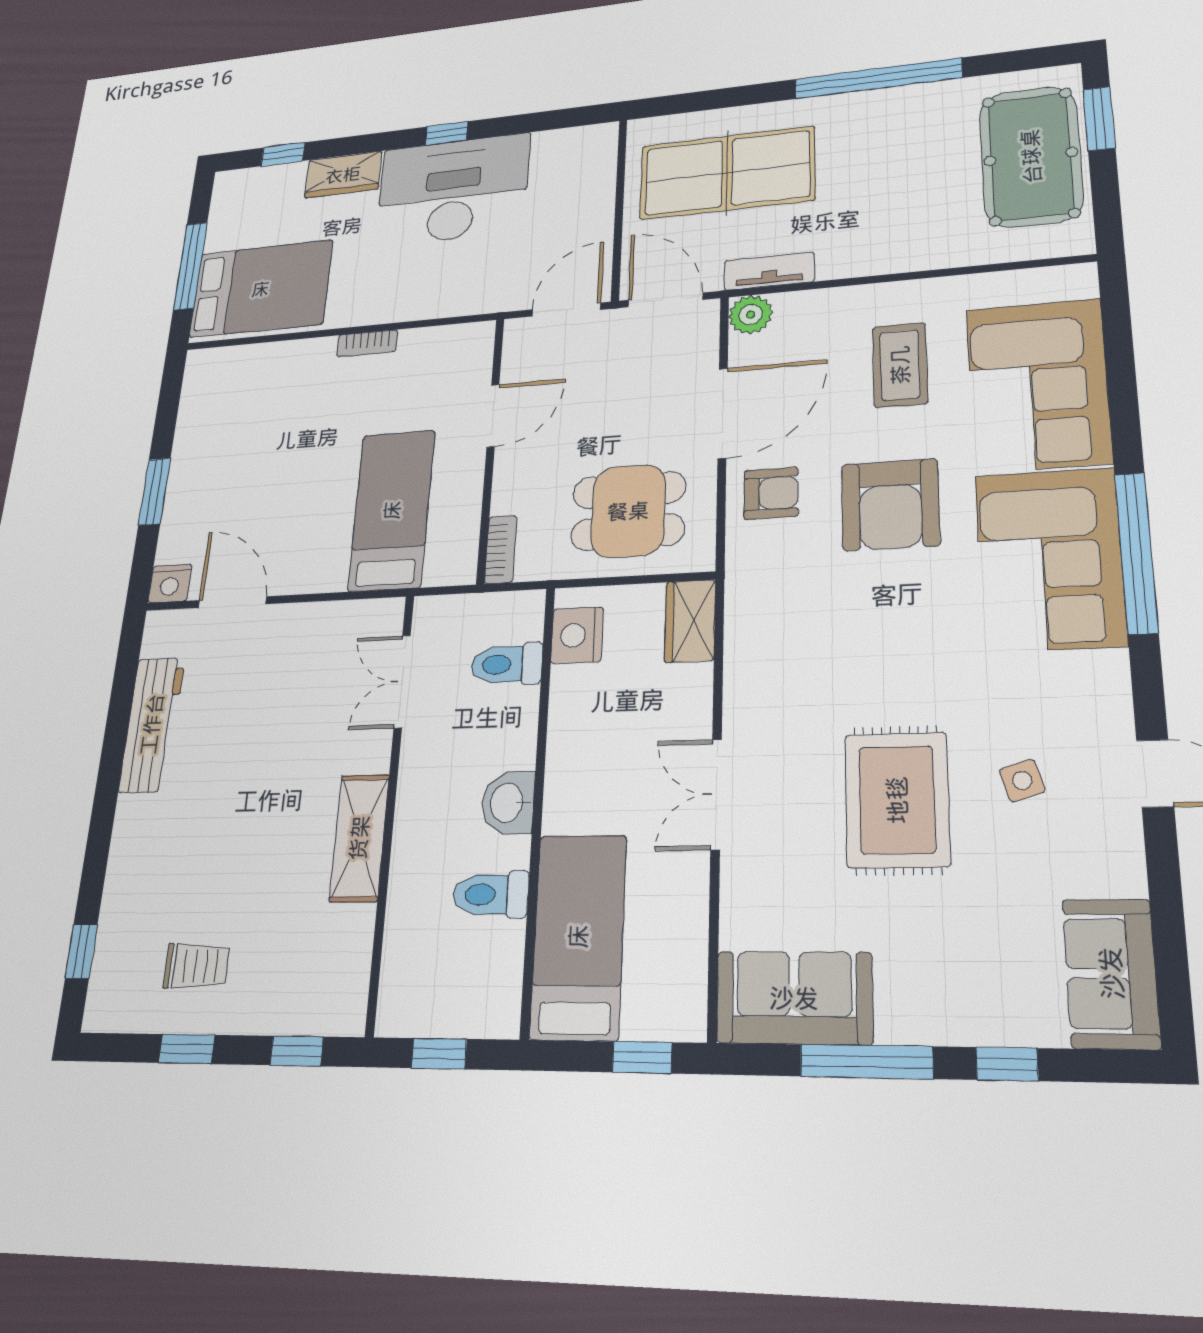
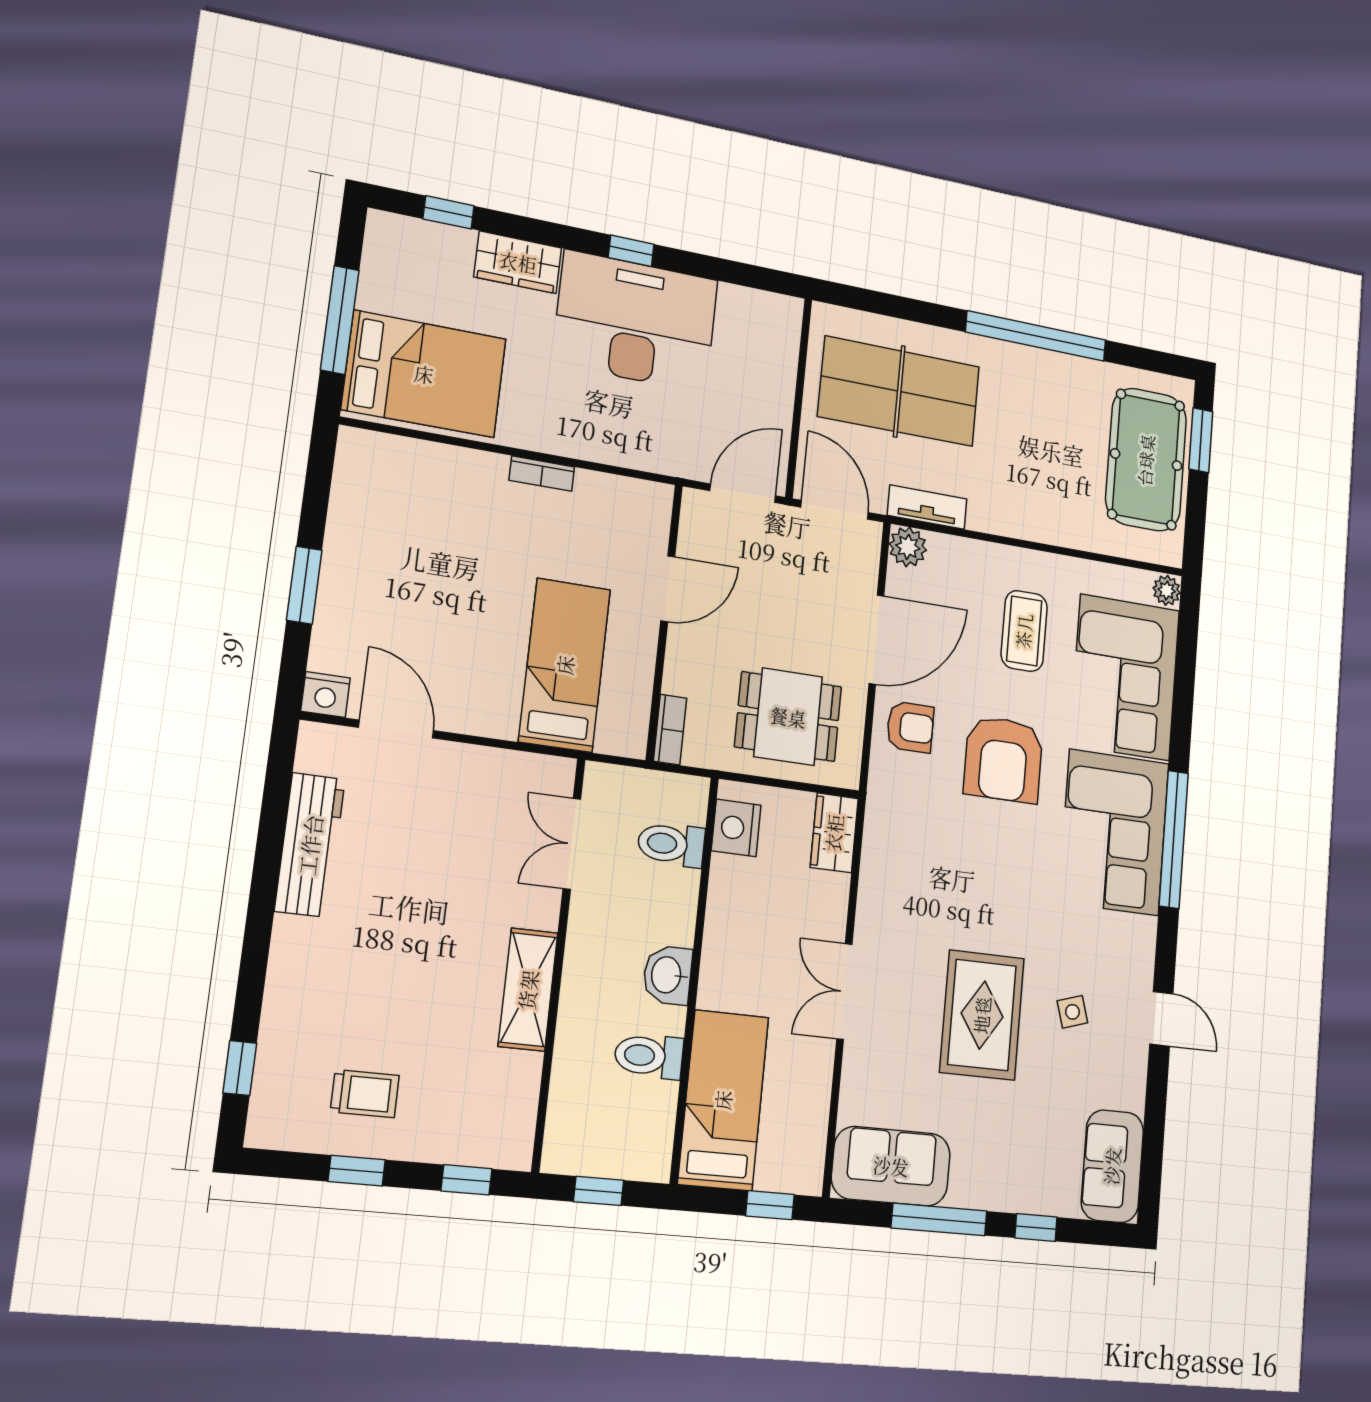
plant: (1080, 281) -> (1167, 590), added

